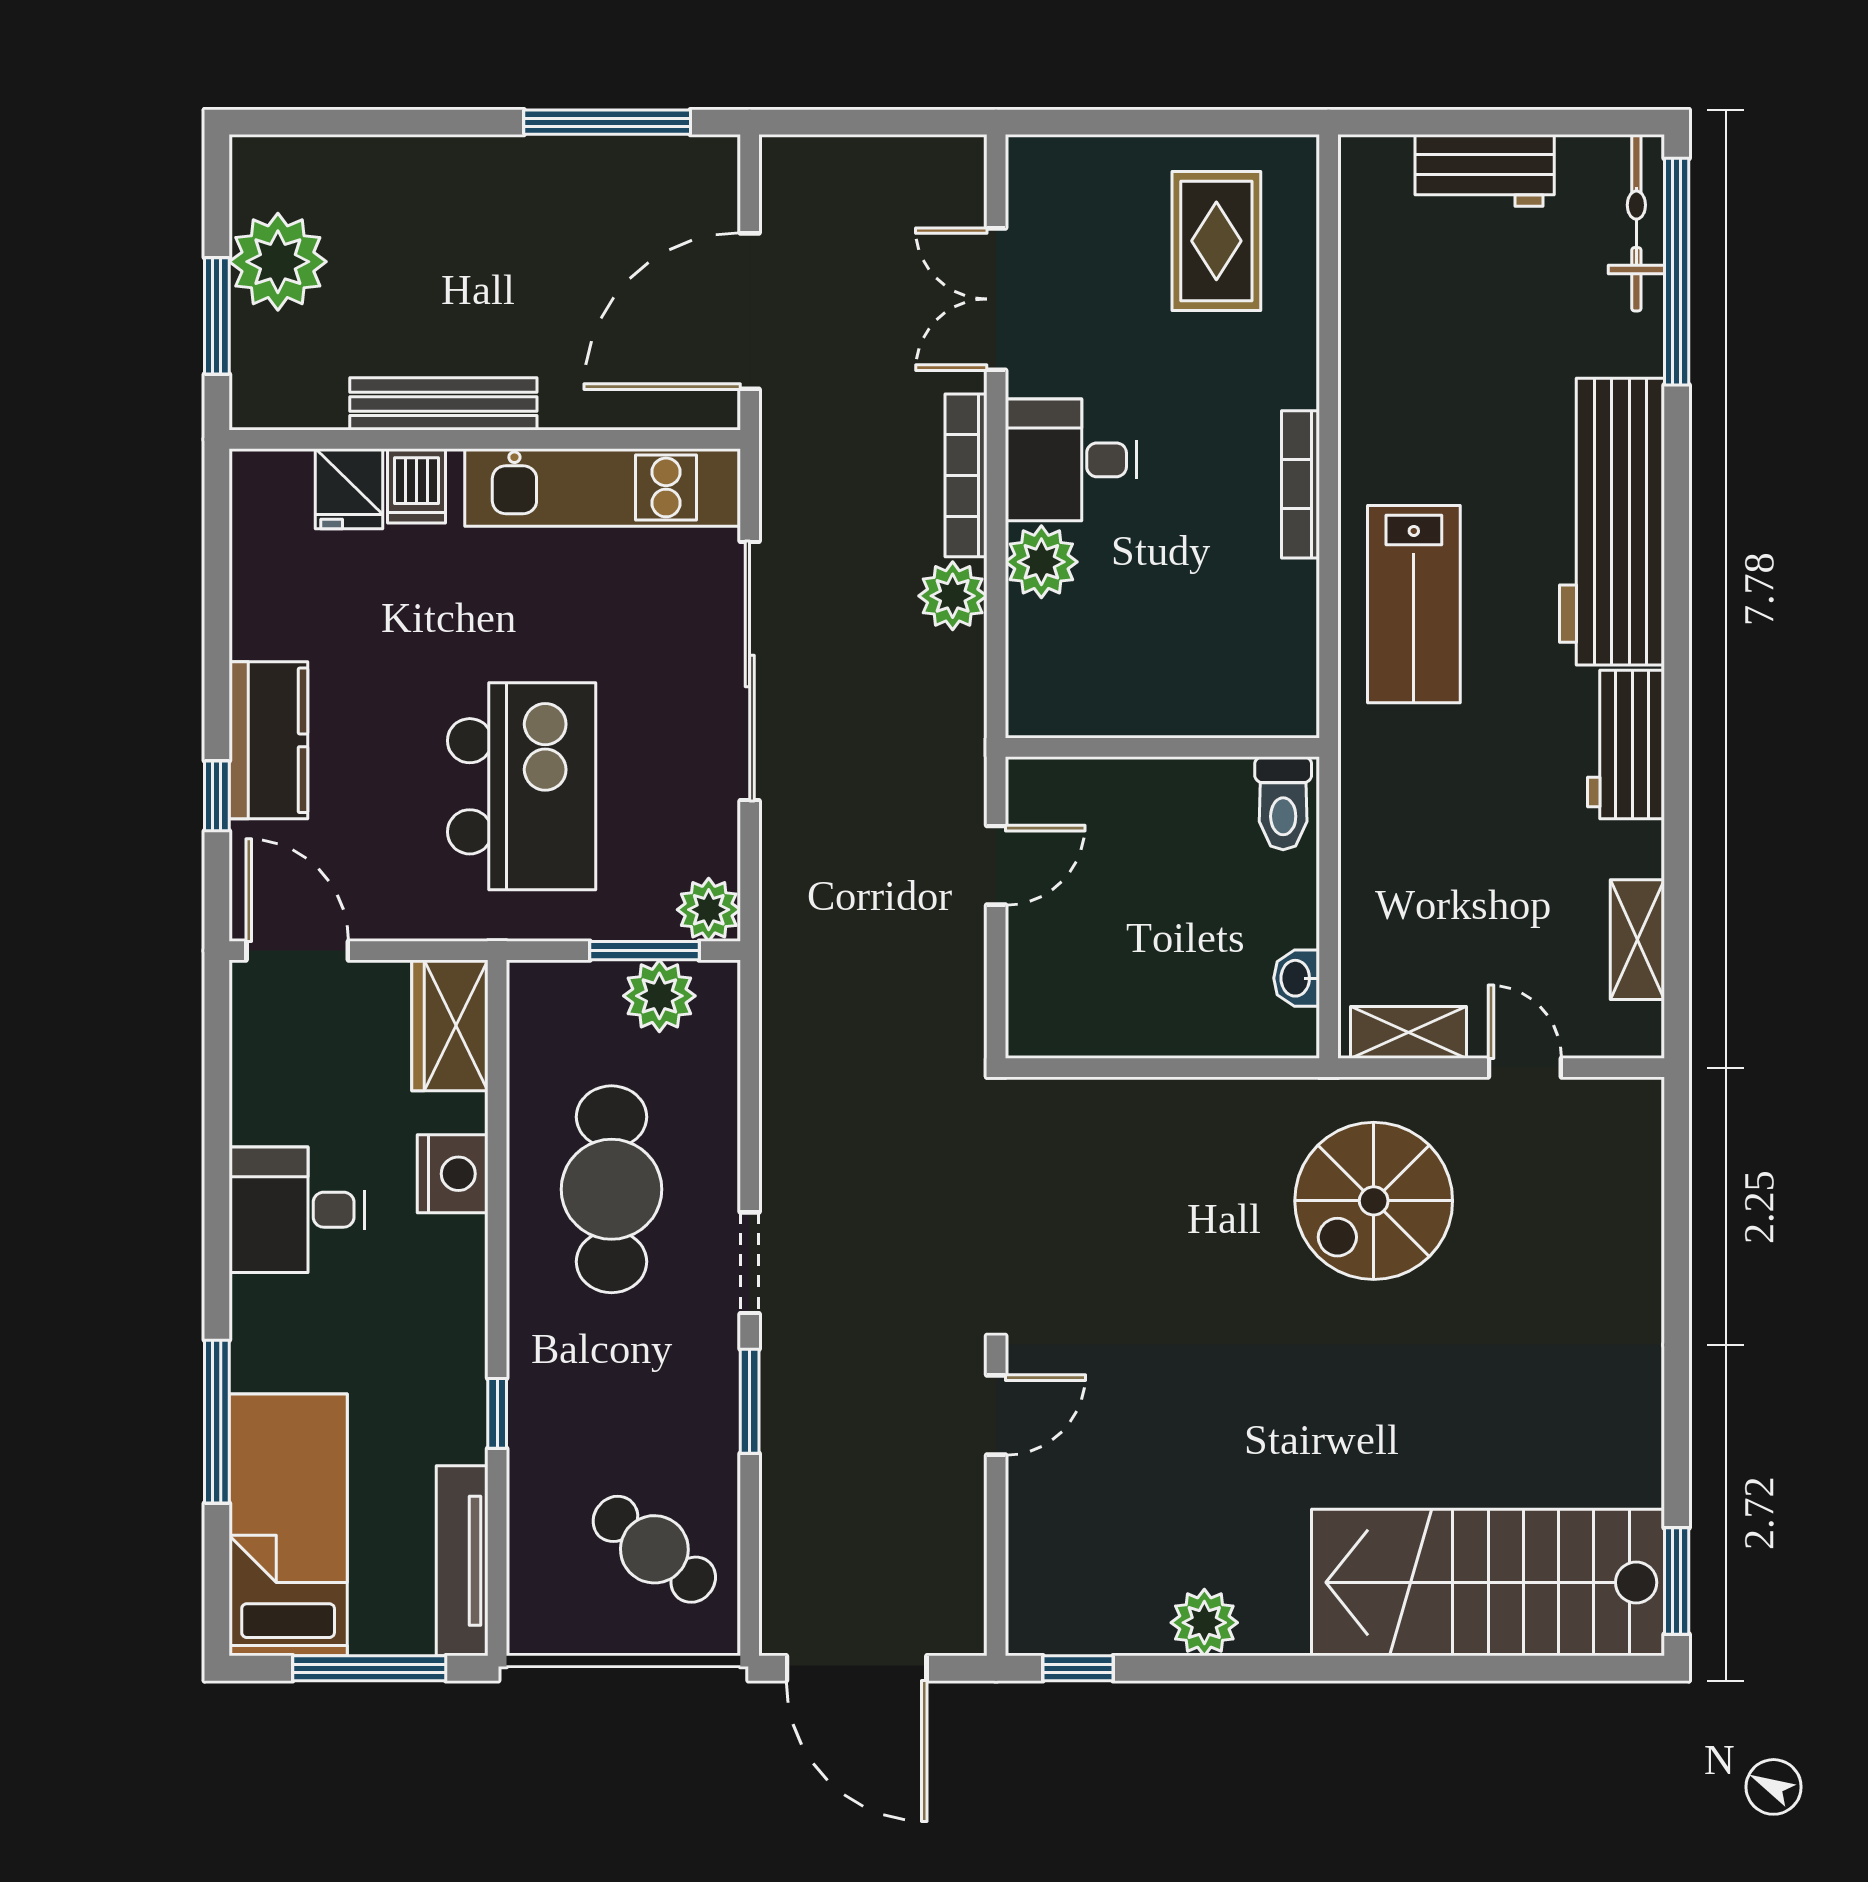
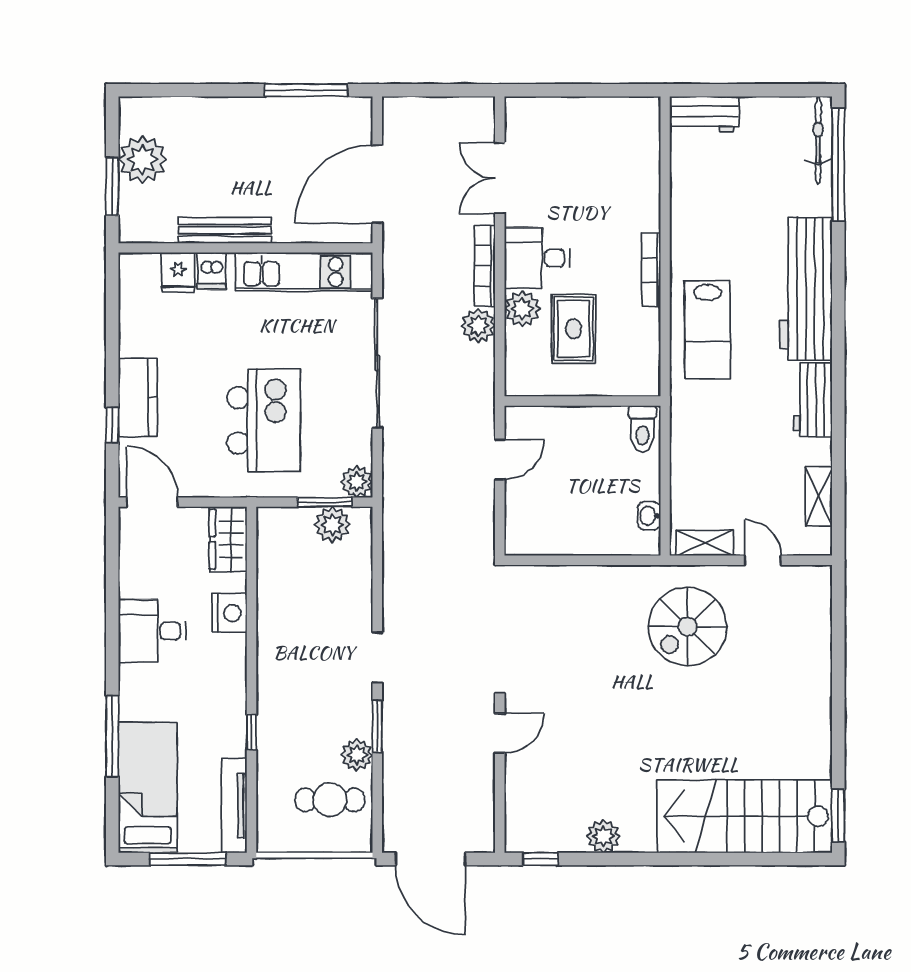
workbench: (1485, 170) -> (704, 114), moved
rug: (1216, 241) -> (574, 329), moved
cafe table: (611, 1189) -> (308, 621), removed
plant: (709, 1459) -> (357, 755), added
cafe table: (654, 1549) -> (330, 800), turned -38

